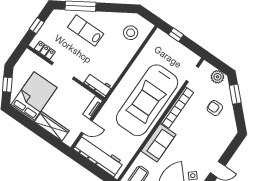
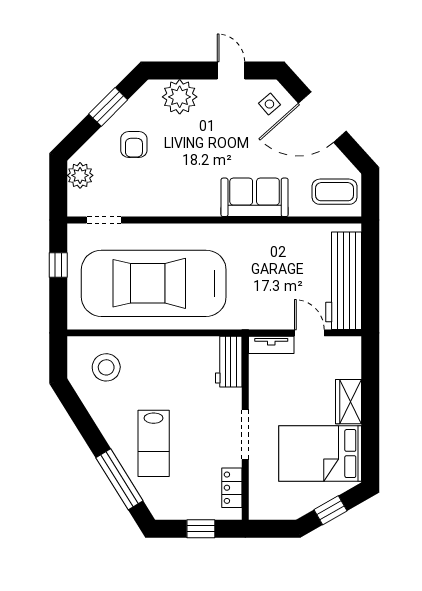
window: (176, 35) -> (58, 265), moved
window: (235, 94) -> (108, 107), moved
car: (147, 100) -> (154, 283), moved, turned 180
bookcase: (177, 107) -> (176, 207), removed
wardrobe: (52, 126) -> (349, 402), width x0.67
plant: (221, 141) -> (180, 97), added

